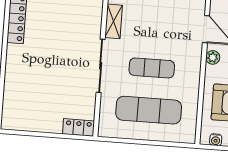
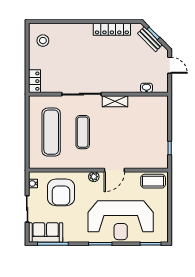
stool: (25, 112) -> (43, 41), added

